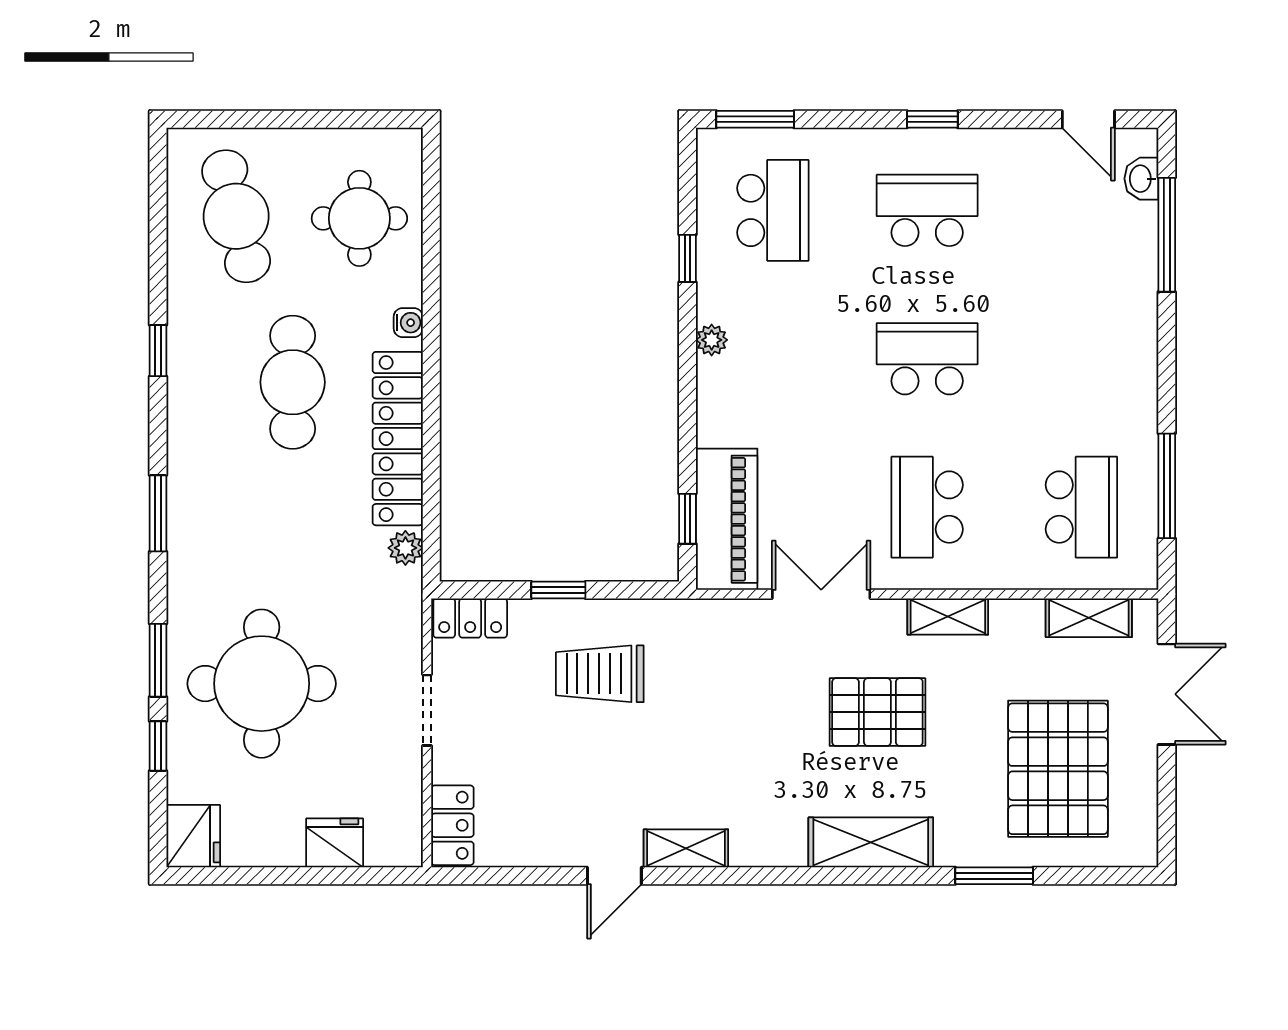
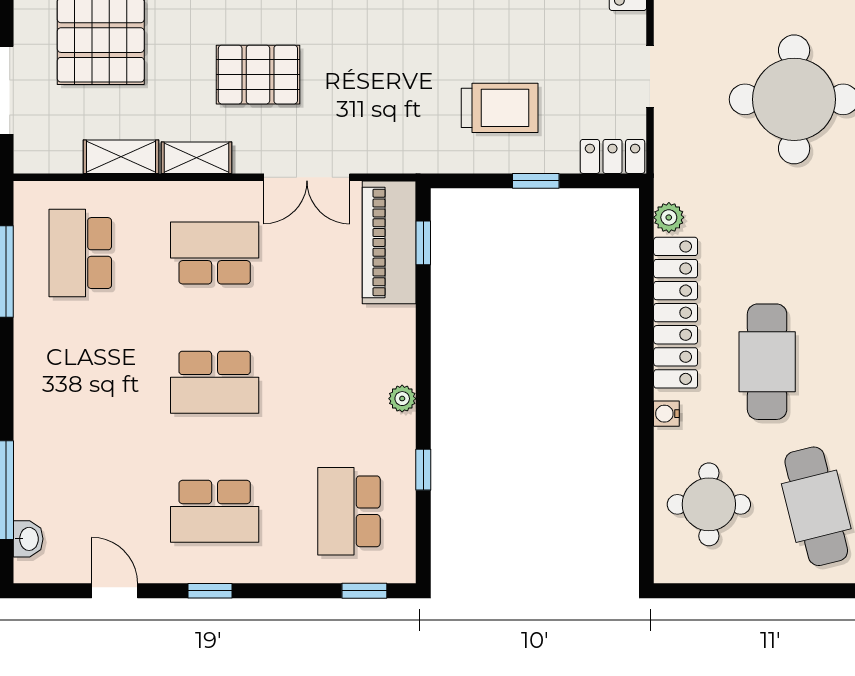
window: (755, 119) -> (364, 591), width x0.67
door: (1088, 119) -> (115, 591), moved
school desk: (927, 507) -> (215, 253), turned -90
shelving: (1089, 618) -> (121, 157), moved

